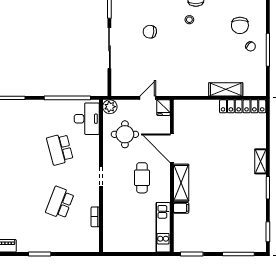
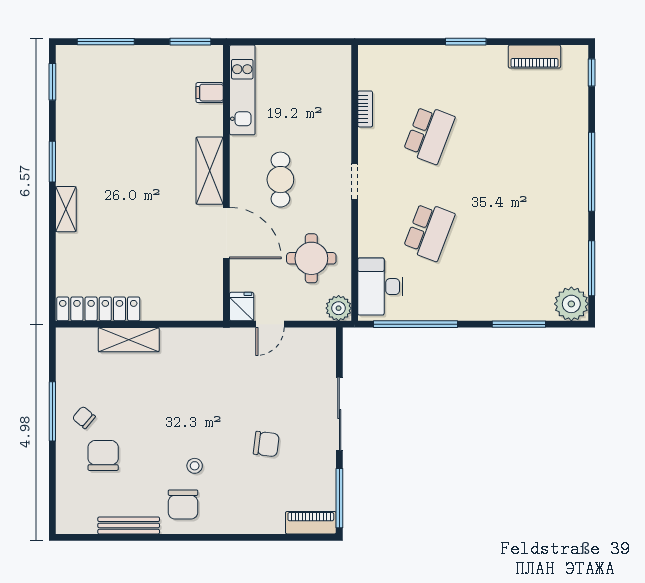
school desk: (60, 149) -> (429, 231), turned 36
filing cabinet: (181, 208) -> (210, 93), moved

